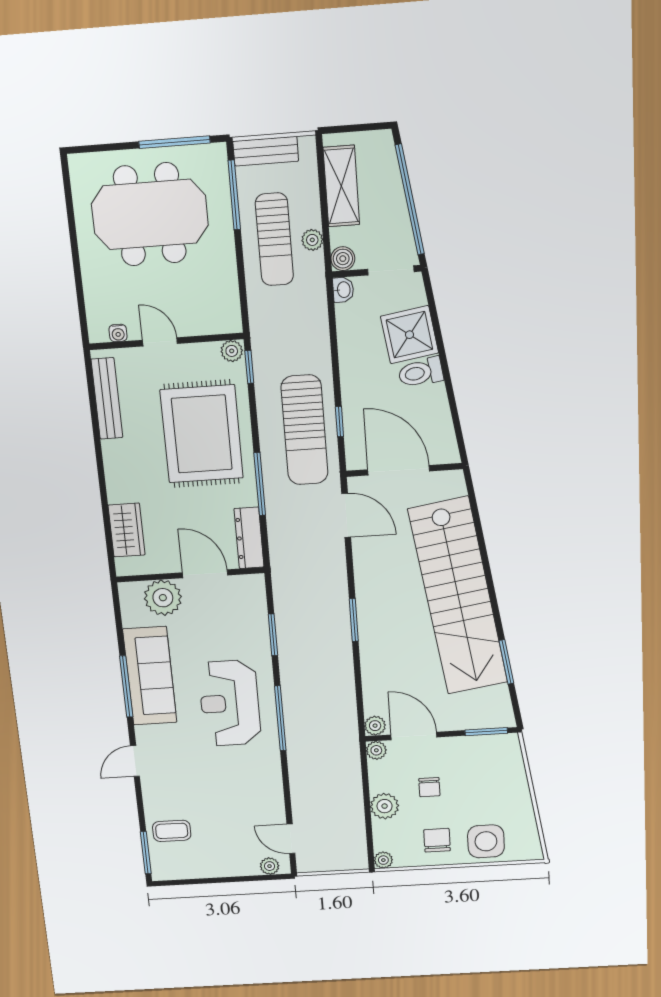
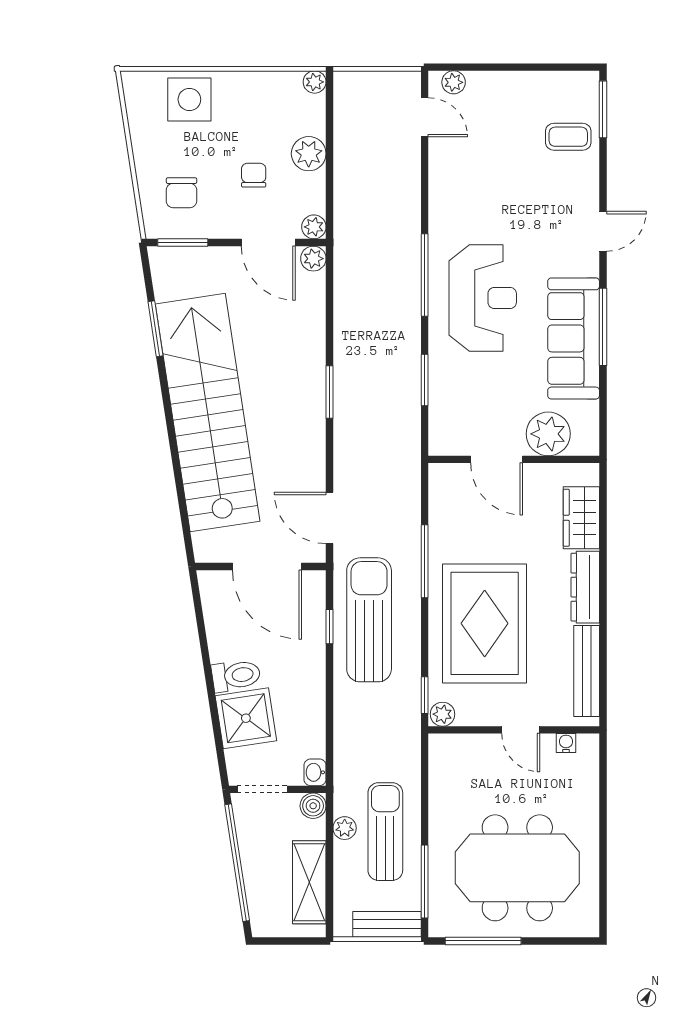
dresser: (249, 538) -> (585, 587), moved, turned 180
chair: (437, 840) -> (181, 193), moved

